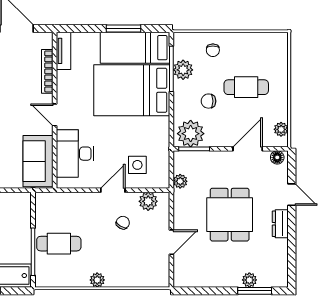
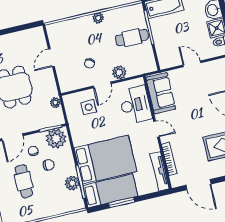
chair: (213, 50) -> (33, 151), moved
tv unit: (64, 51) -> (160, 171), width x1.41
cafe table: (246, 87) -> (24, 181), turned 90
plant: (148, 201) -> (119, 73), moved

